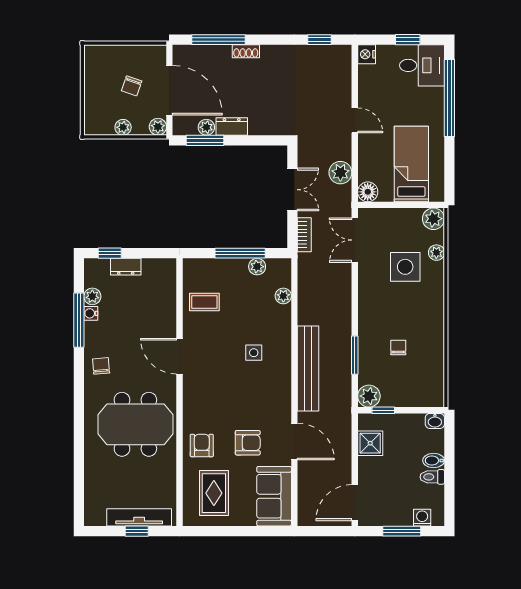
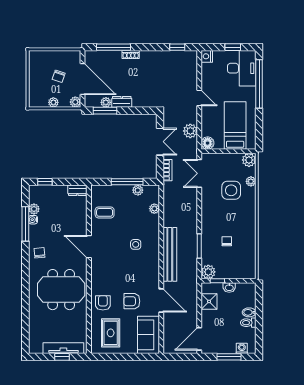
desk: (422, 65) -> (242, 68), width x1.37
dresser: (126, 267) -> (77, 190), moved
washbasin: (435, 421) -> (229, 287), moved
armchair: (248, 443) -> (132, 301), turned 180

